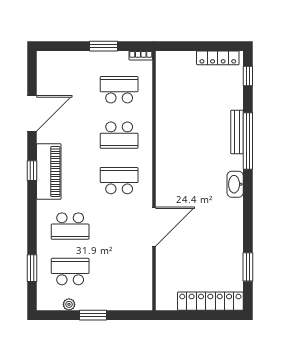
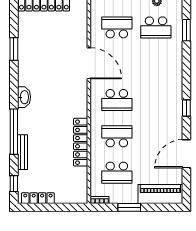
locker: (164, 128) -> (81, 142), added
bench: (237, 132) -> (23, 152), moved
piano: (49, 172) -> (160, 194), moved, turned 90
school desk: (70, 226) -> (117, 27), moved
door: (154, 227) -> (89, 63), swing flipped
window: (248, 267) -> (14, 49), moved

